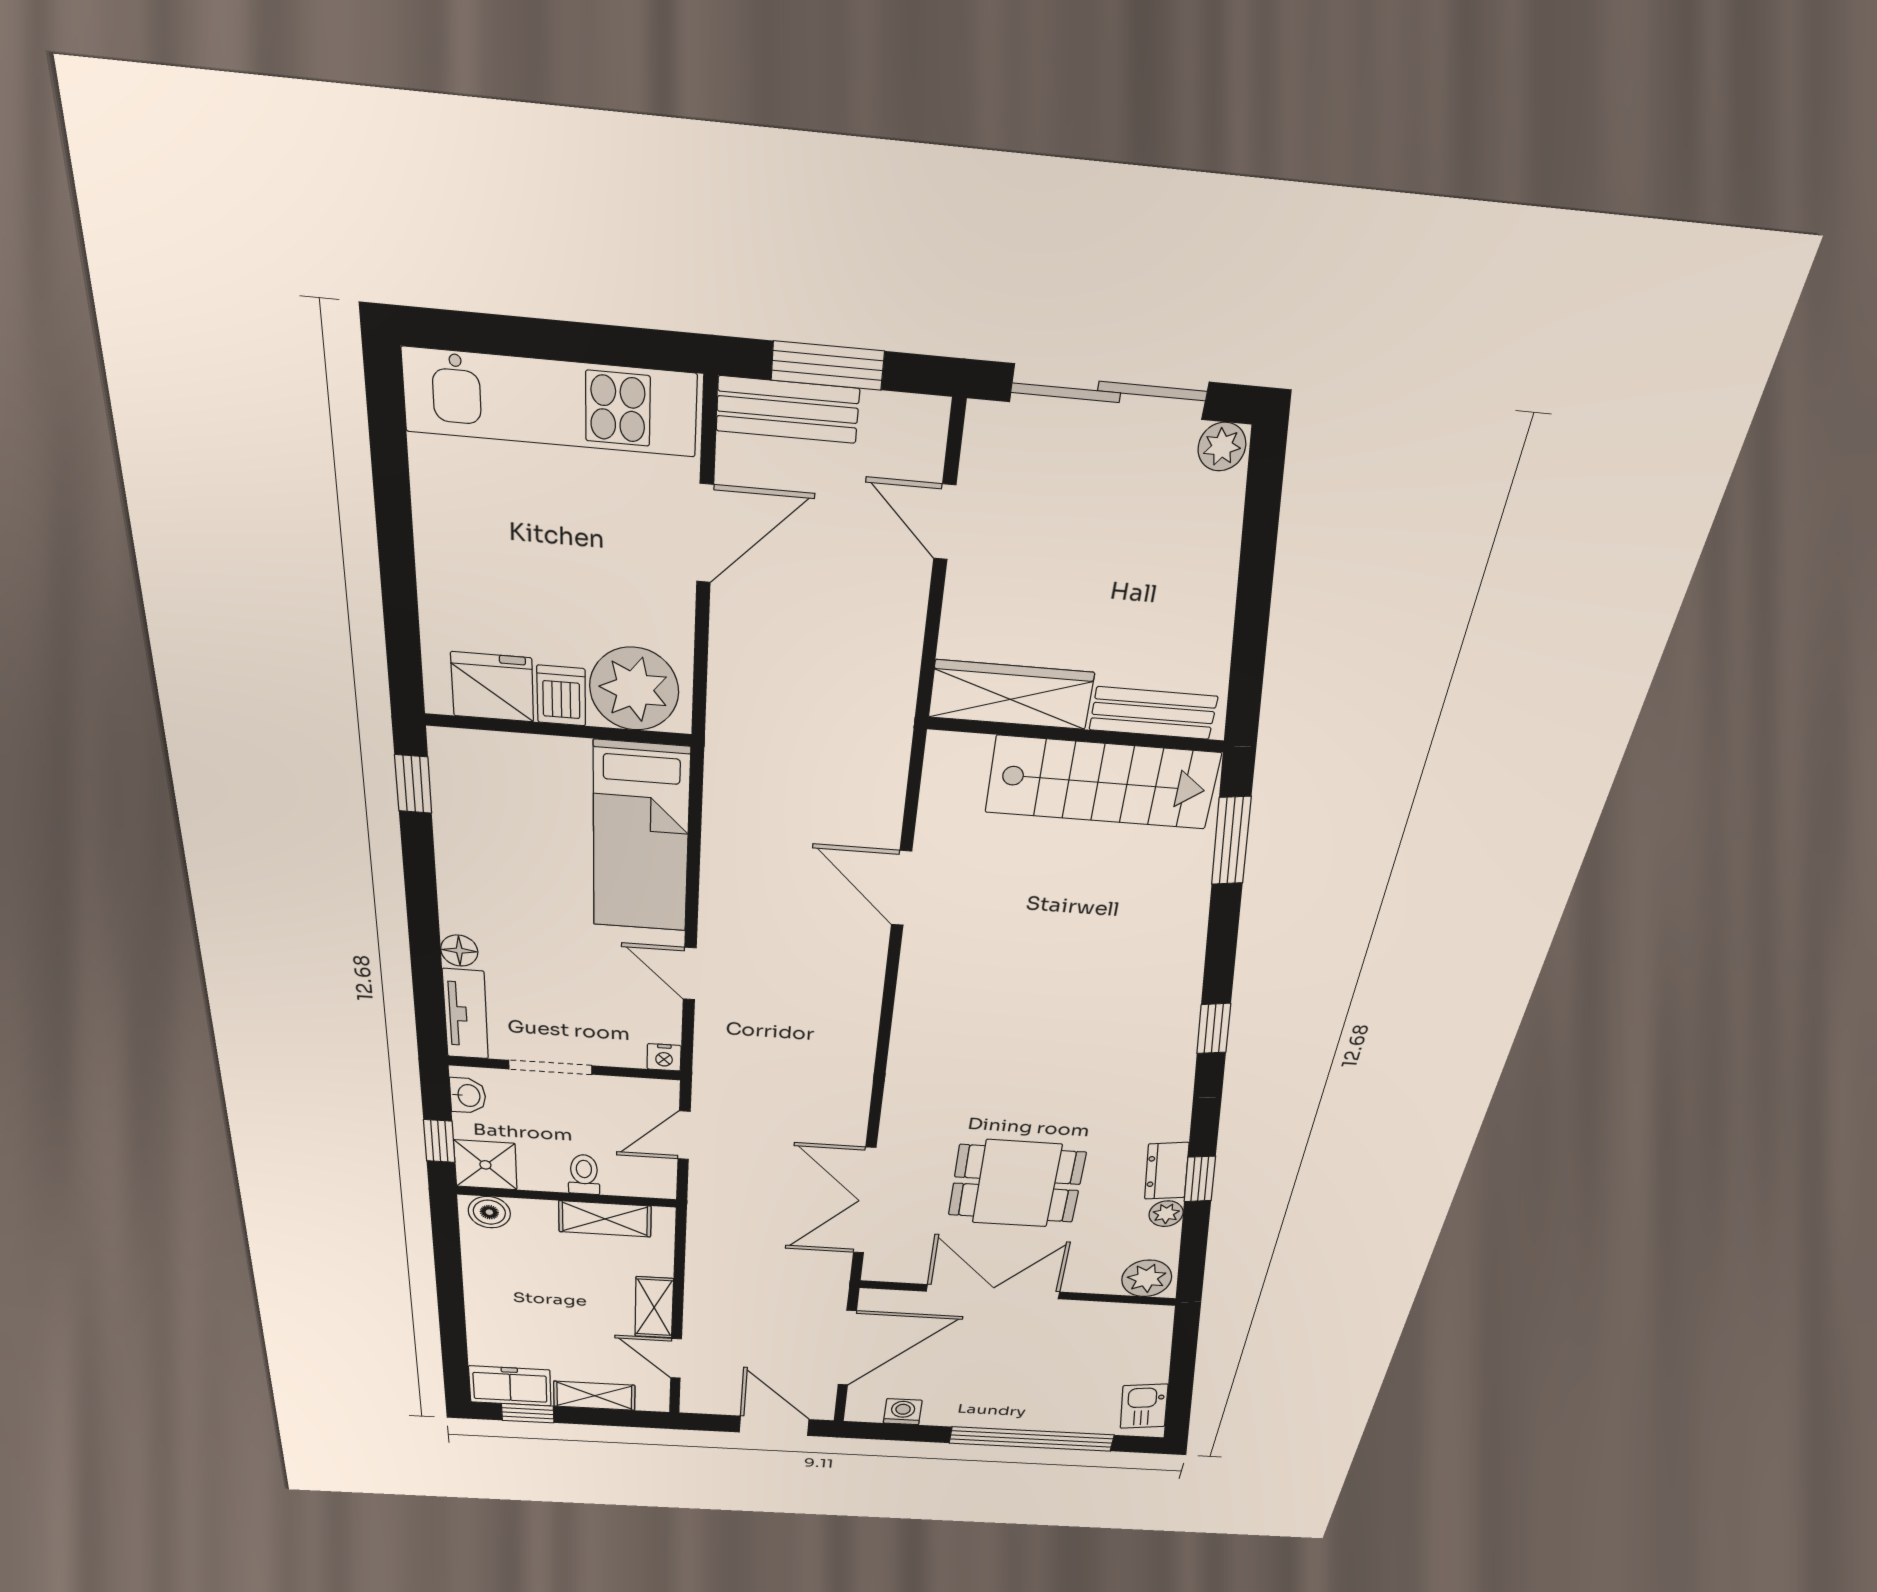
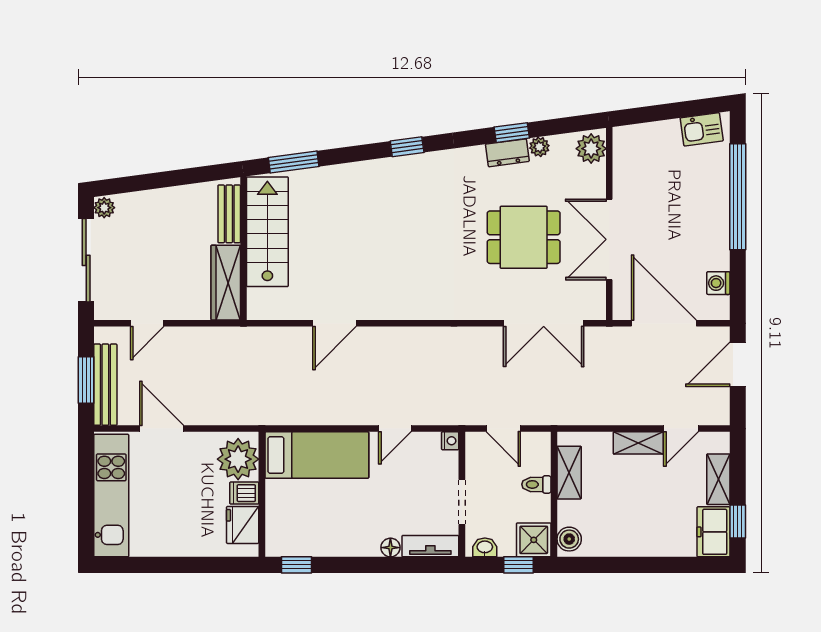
bench: (788, 410) -> (105, 385), width x1.36
dining table: (1017, 1184) -> (524, 237), turned 90

